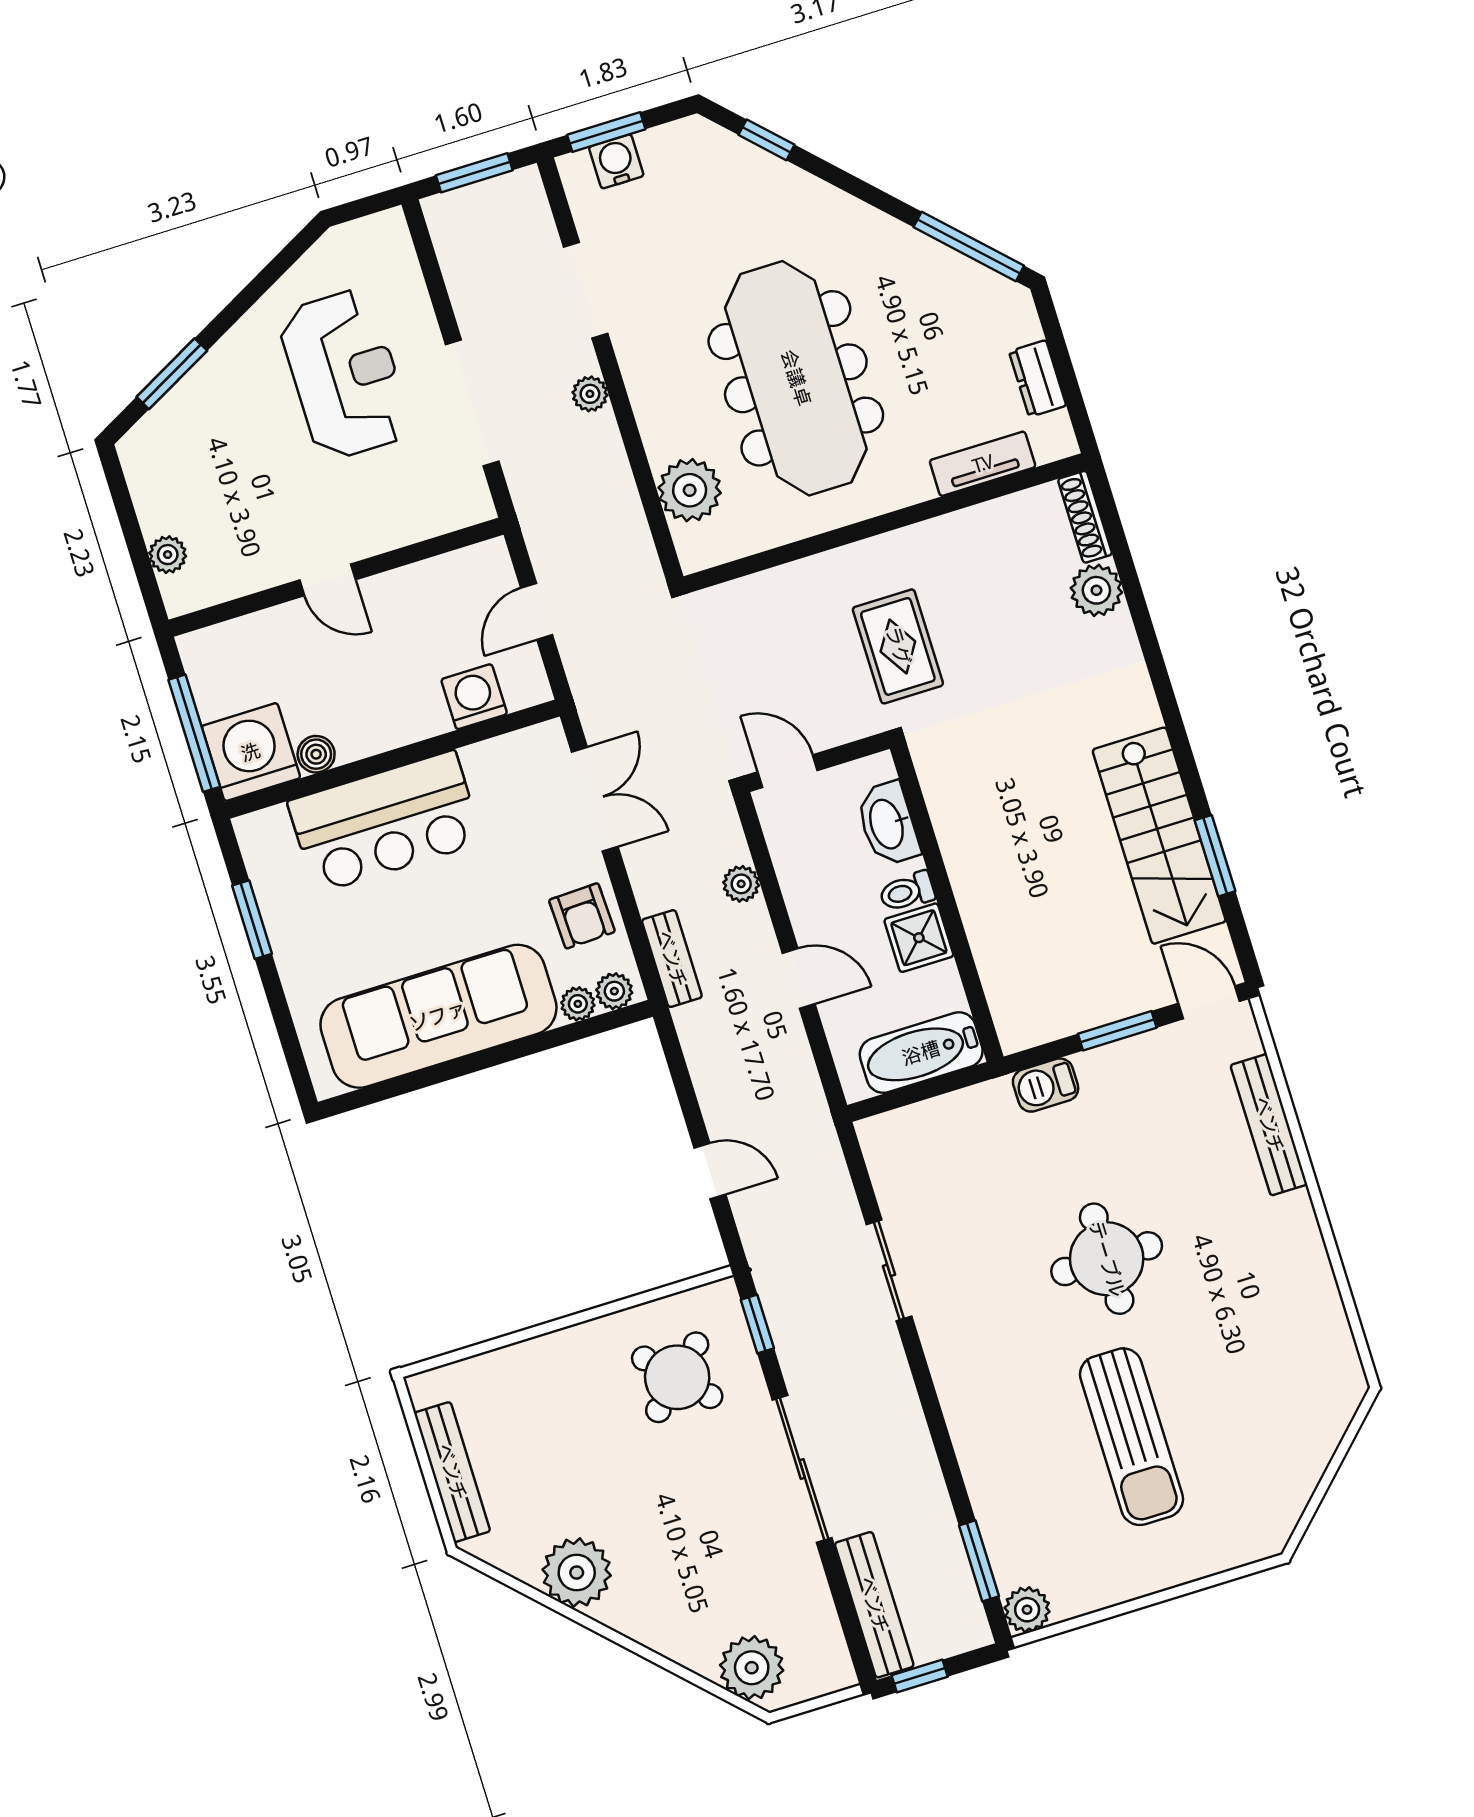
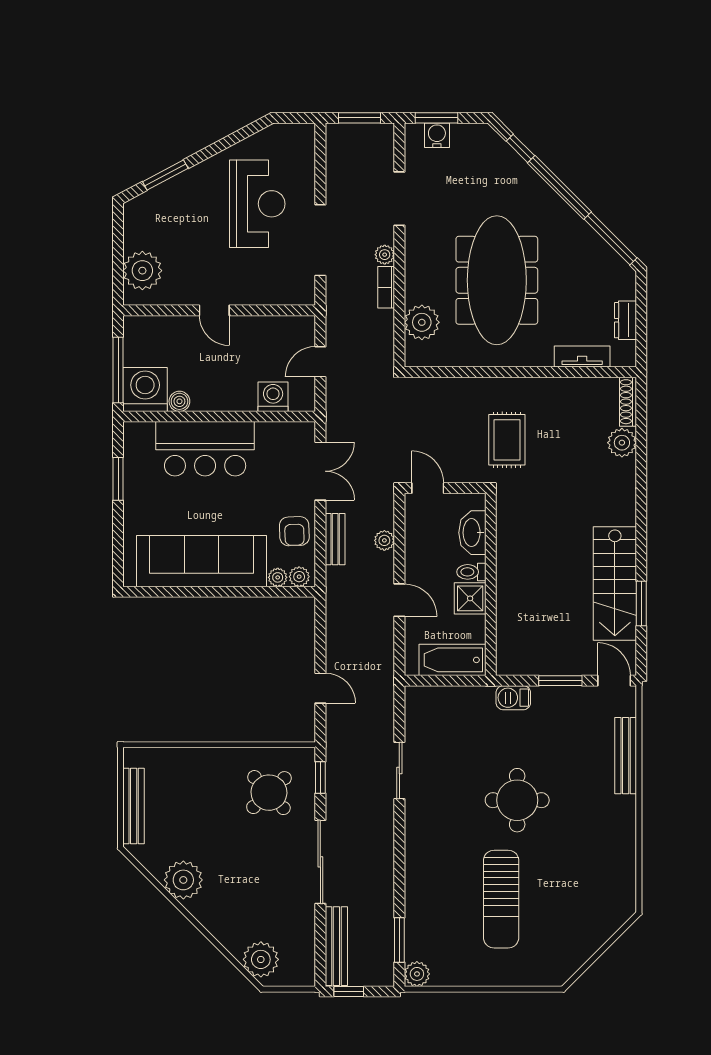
bookcase: (610, 449) -> (386, 287), added
plant: (168, 555) -> (142, 271), width x1.88, depth x1.88
bench: (672, 959) -> (335, 539), moved

